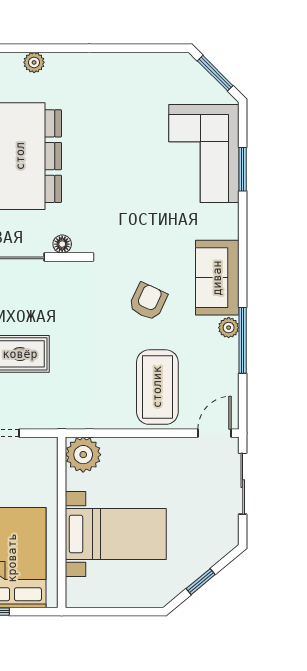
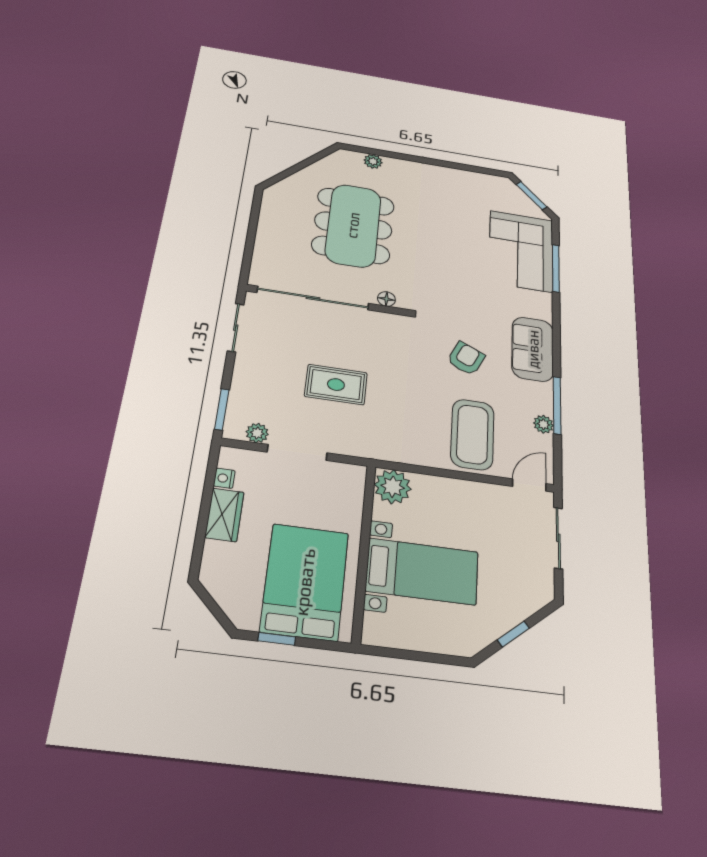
window: (243, 169) -> (556, 268), width x1.44
plant: (229, 328) -> (543, 424), moved

